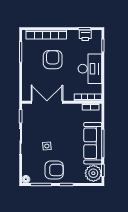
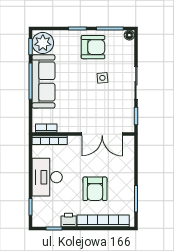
printer: (85, 35) -> (69, 220), moved
armchair: (54, 170) -> (93, 47), turned 180

